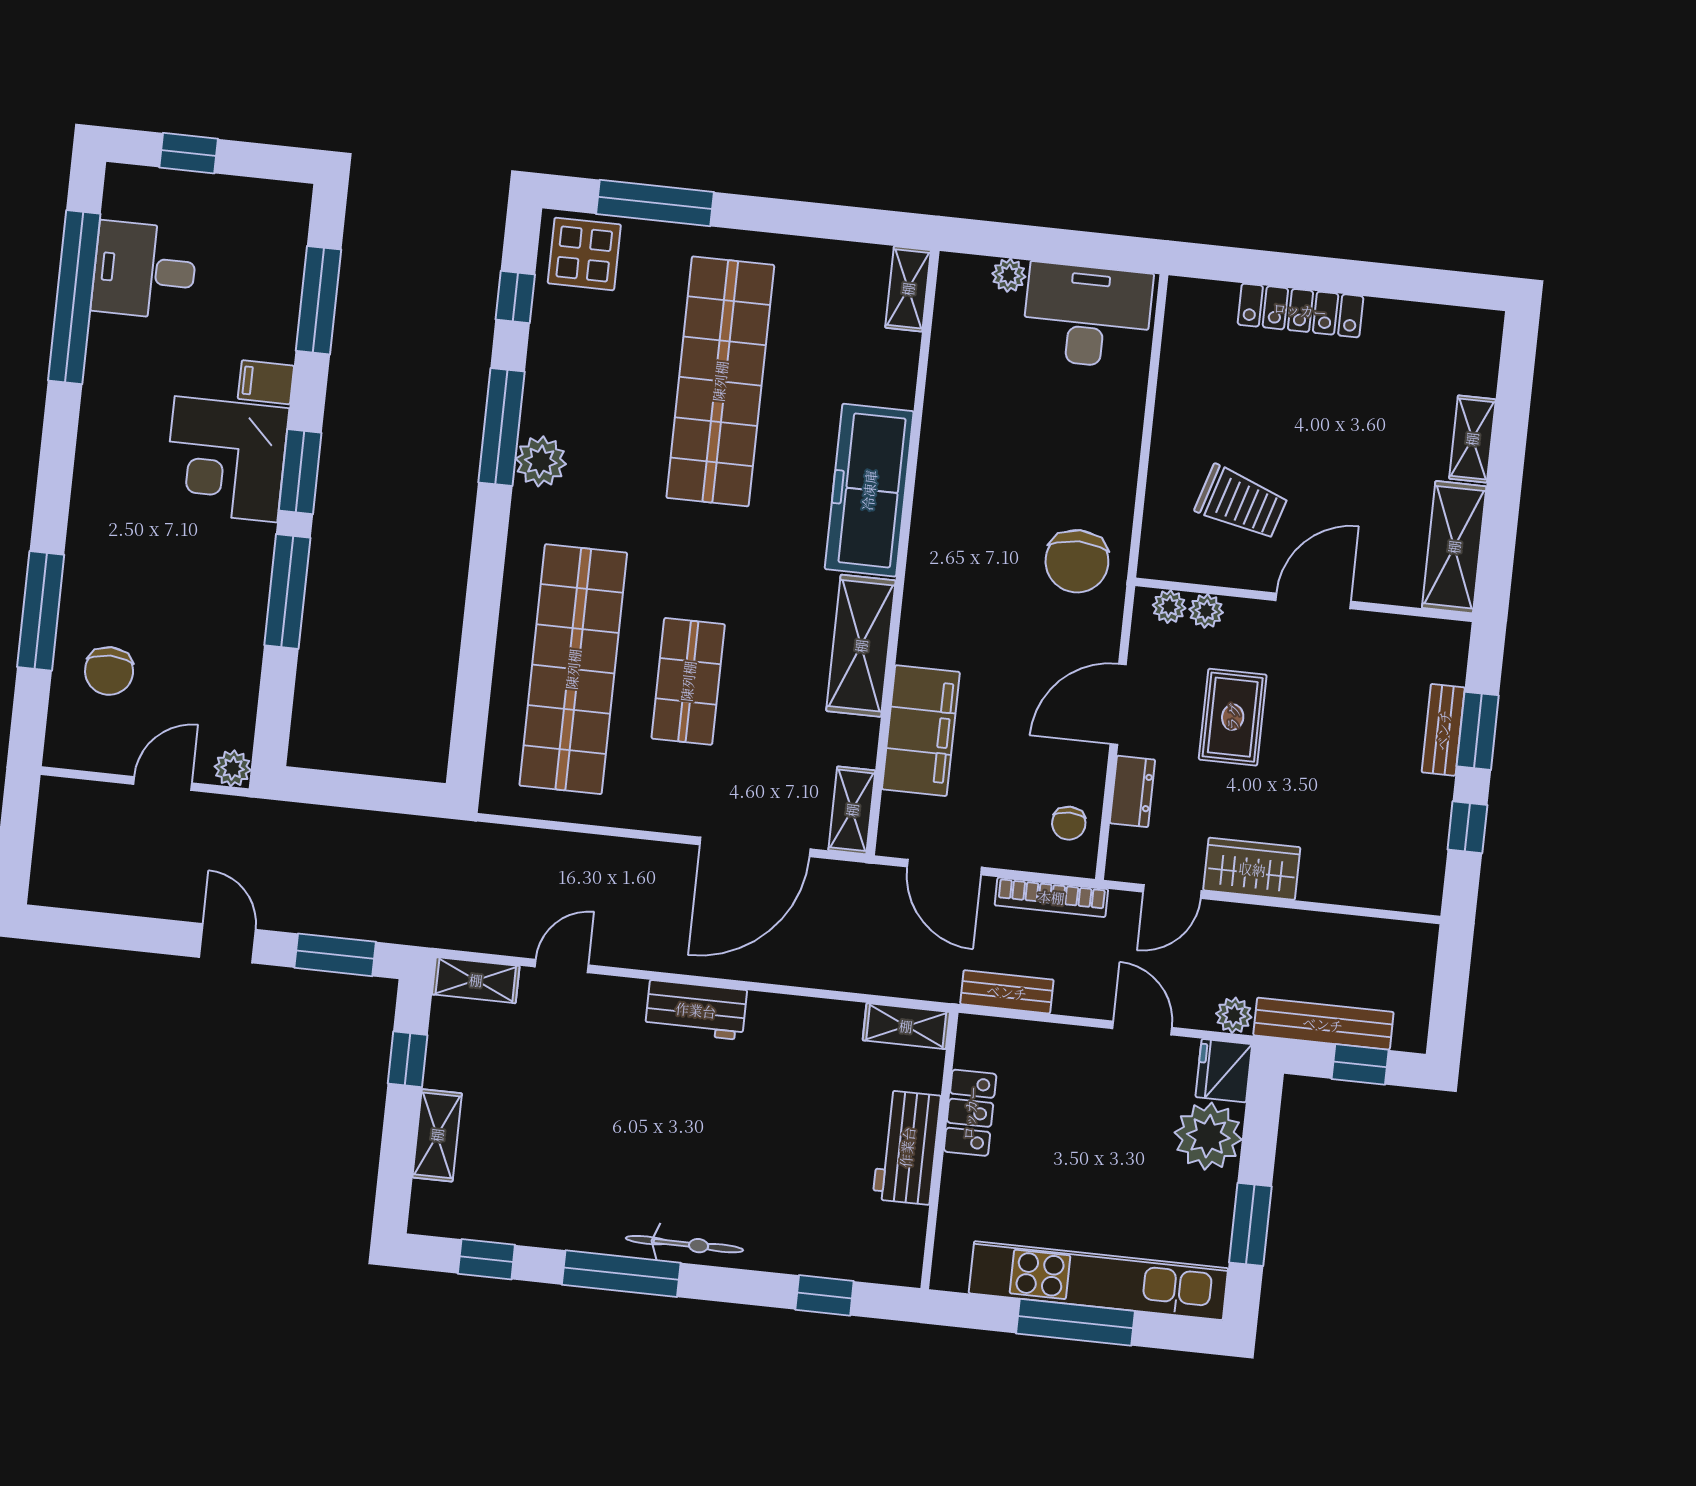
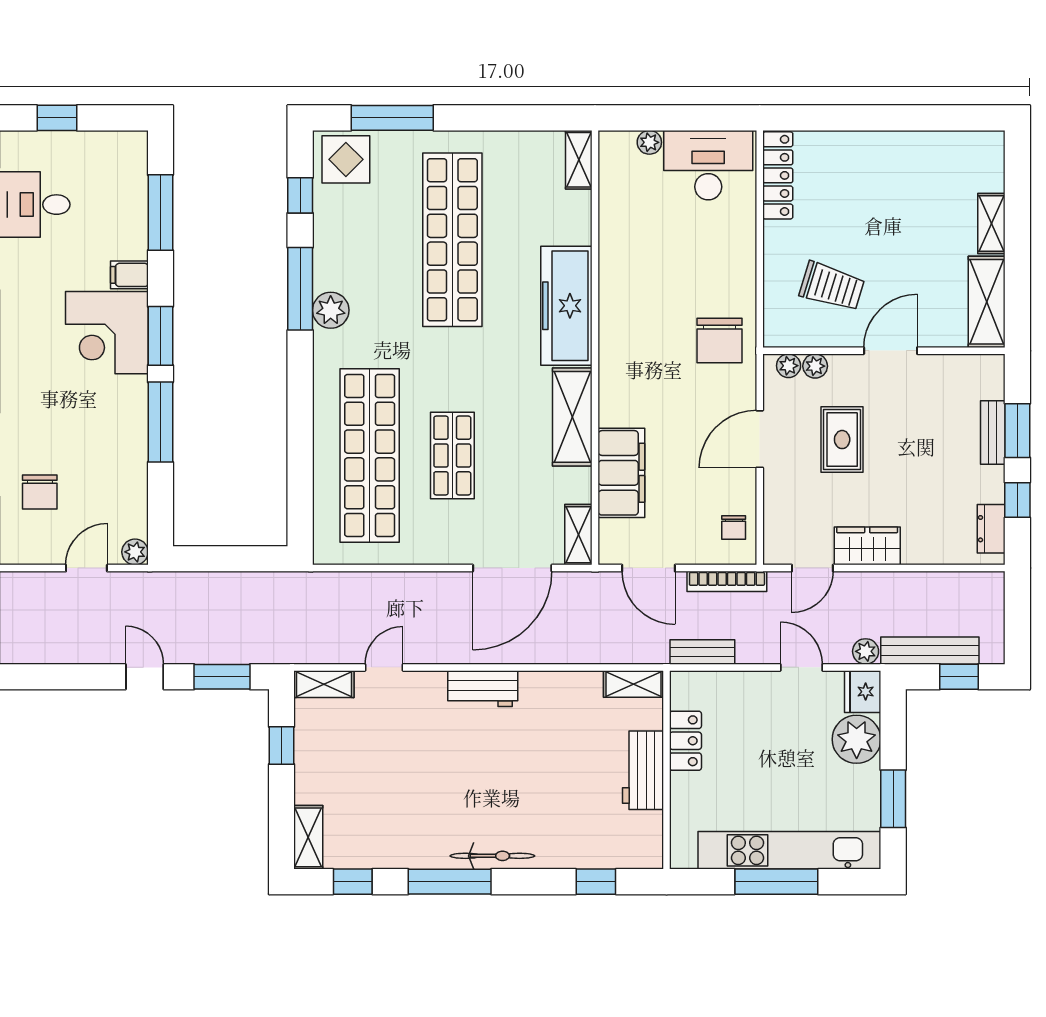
locker: (1300, 310) -> (778, 175), moved, turned -90
dresser: (1132, 791) -> (991, 529), moved, turned 180
shelving: (437, 1135) -> (308, 837), moved

